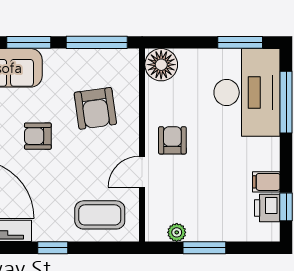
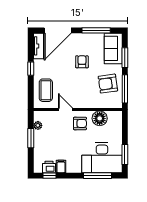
floor lamp: (161, 65) -> (100, 118), moved
armchair: (95, 108) -> (108, 84), moved

